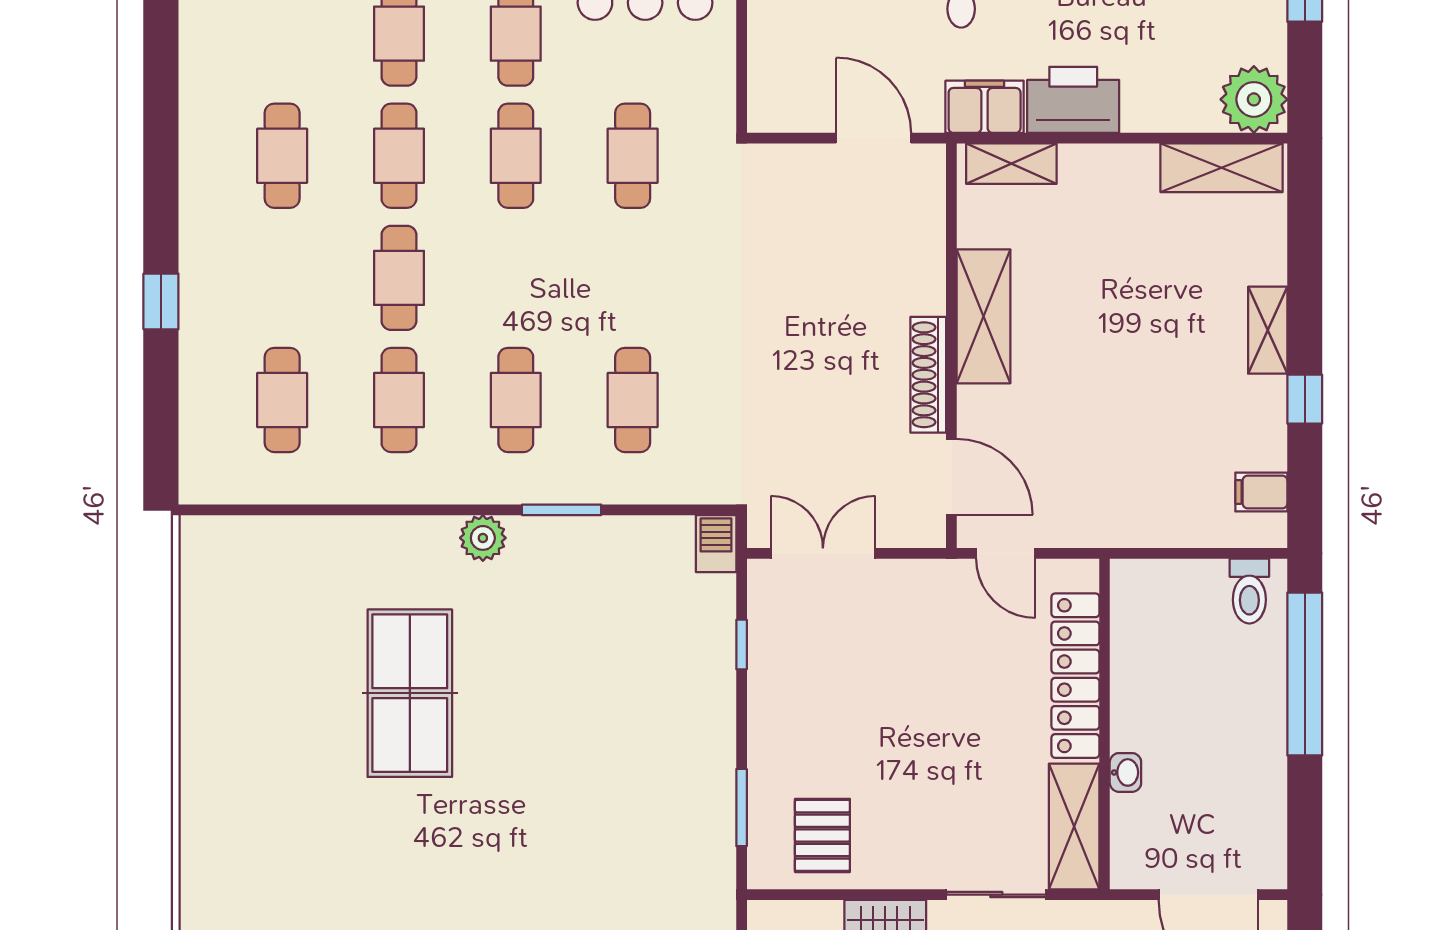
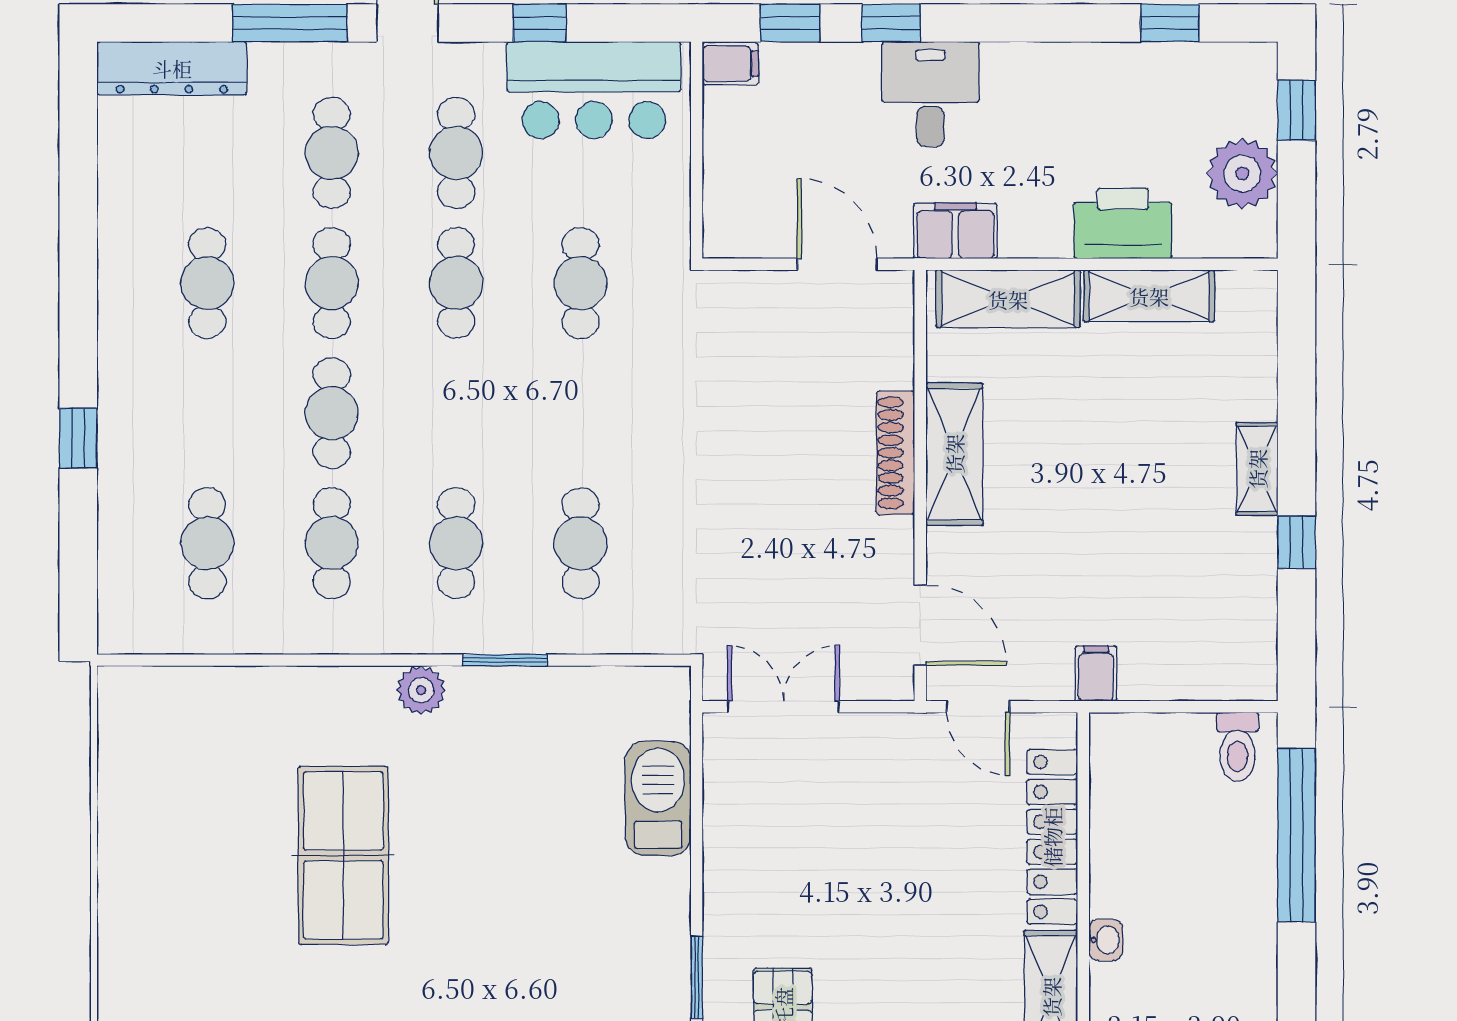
plant: (1254, 99) -> (1242, 173), moved
printer: (1073, 100) -> (1123, 223), moved
shelving: (1011, 164) -> (1008, 299), width x1.50, depth x1.33
shelving: (1221, 168) -> (1149, 296), moved
shoe rack: (928, 375) -> (896, 453), moved
filing cabinet: (1261, 492) -> (1096, 673), moved, turned 90
barbecue: (716, 544) -> (658, 798), moved, width x1.88, depth x1.53
window: (742, 644) -> (697, 804), removed

